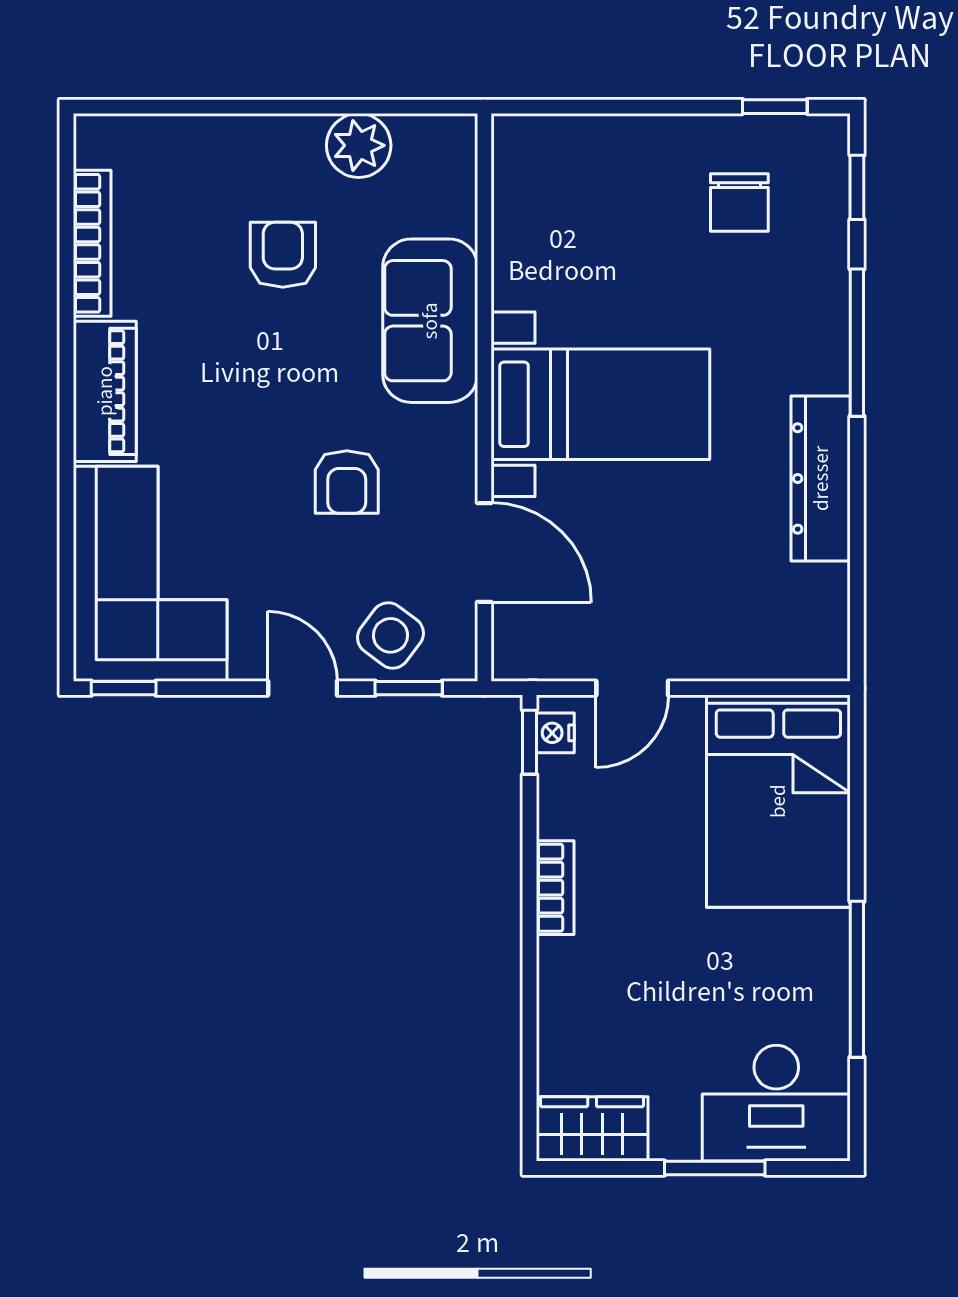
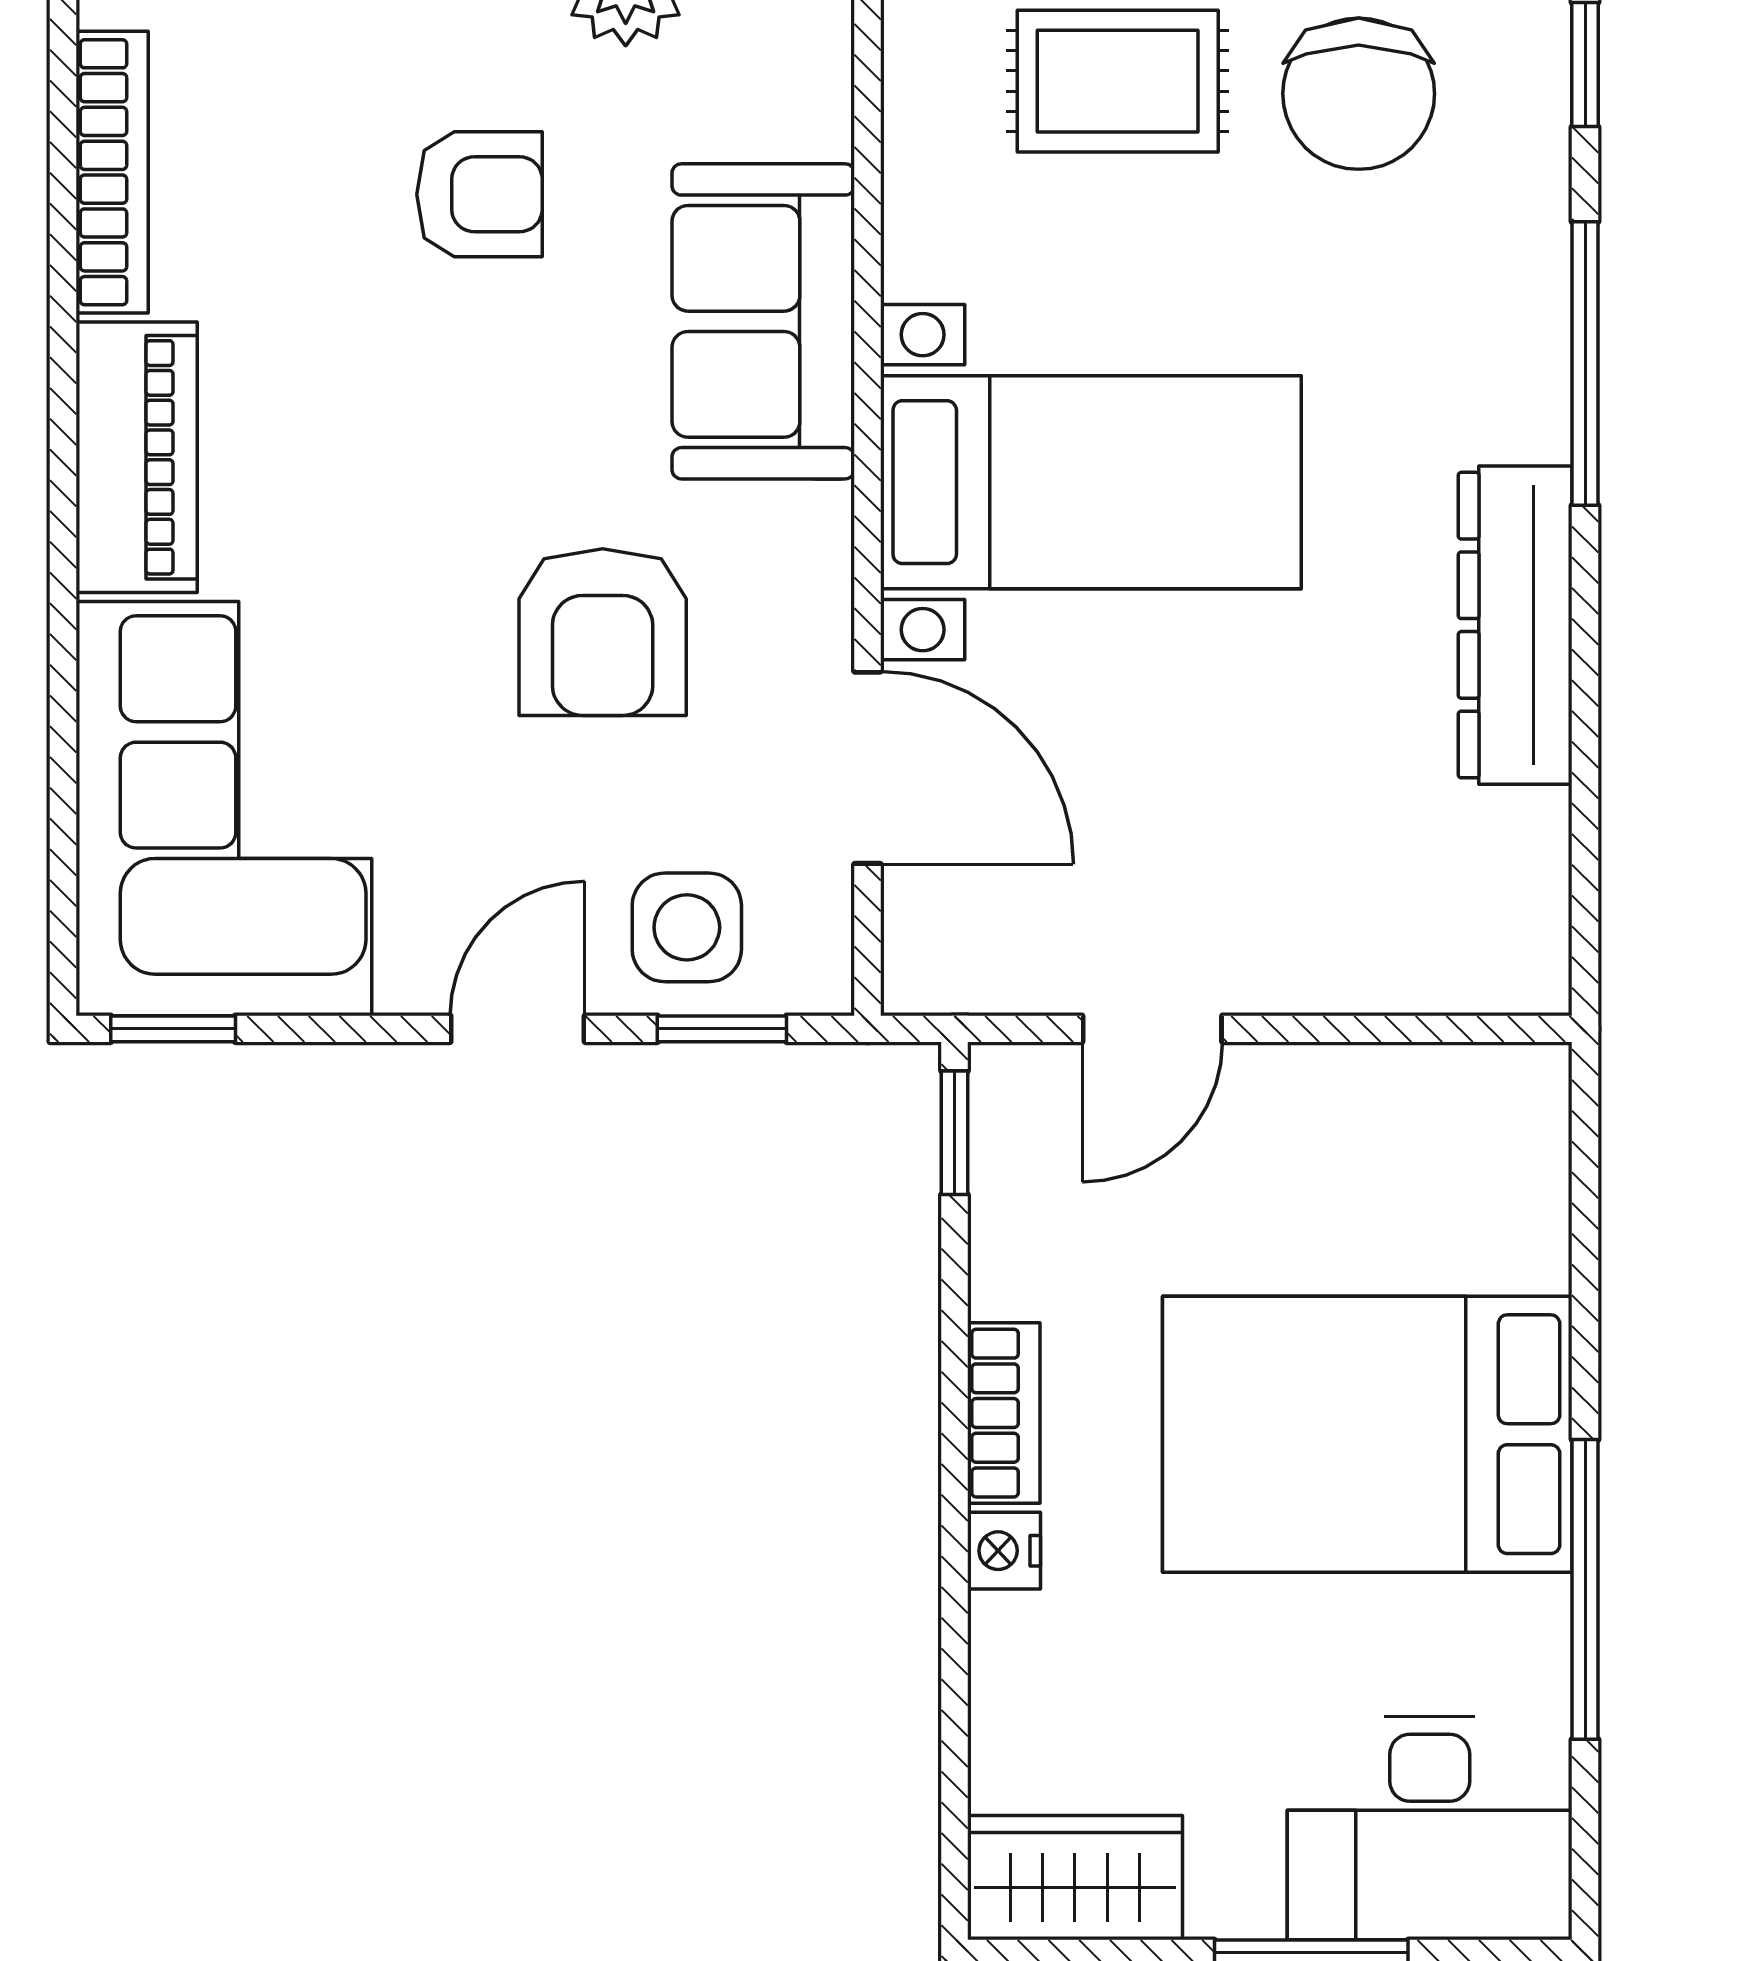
rug: (614, 196) -> (1118, 81), added
chair: (739, 202) -> (1359, 94), width x1.37, depth x1.37
armchair: (283, 255) -> (479, 194), turned 90
armchair: (347, 482) -> (603, 632), width x1.38, depth x1.38
side table: (390, 635) -> (687, 927), turned -37
door: (303, 688) -> (518, 1029), hinge flipped
nightstand: (555, 733) -> (1004, 1551), moved
bed: (778, 801) -> (1367, 1434), moved, turned 90

